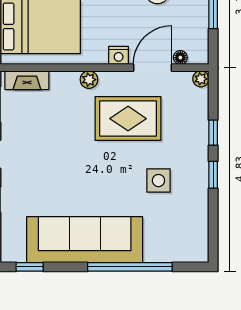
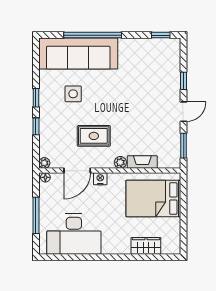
floor lamp: (180, 58) -> (45, 177), moved
fireplace: (27, 80) -> (142, 162), moved
rug: (128, 119) -> (94, 136), width x0.73, depth x0.70
sofa: (85, 240) -> (78, 54), moved

